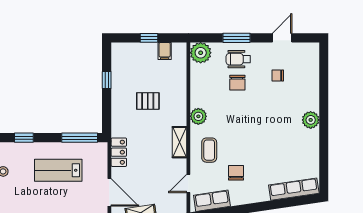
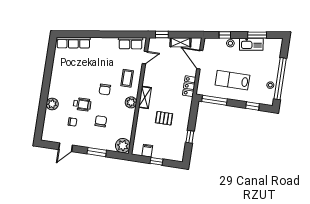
wheelchair: (238, 59) -> (82, 104), moved
plant: (311, 120) -> (52, 104), moved
shelving: (179, 142) -> (145, 97), moved
lab bench: (58, 170) -> (232, 80), turned 180
chair: (236, 173) -> (105, 89), moved

